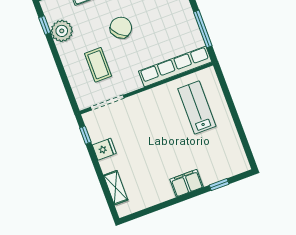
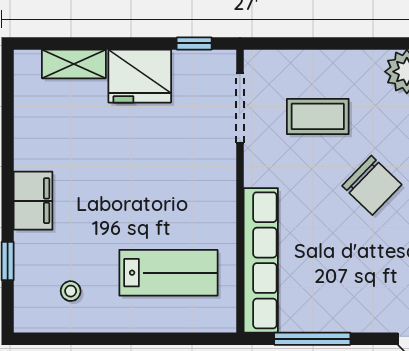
fridge: (104, 149) -> (140, 76), width x1.88, depth x1.34
stool: (222, 150) -> (71, 291), added

